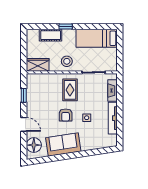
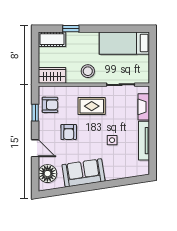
window: (66, 26) -> (71, 29), moved
cot: (51, 35) -> (52, 39), moved
armchair: (36, 89) -> (50, 105), added
rug: (70, 90) -> (92, 106), turned 90
armchair: (66, 115) -> (69, 132), moved

